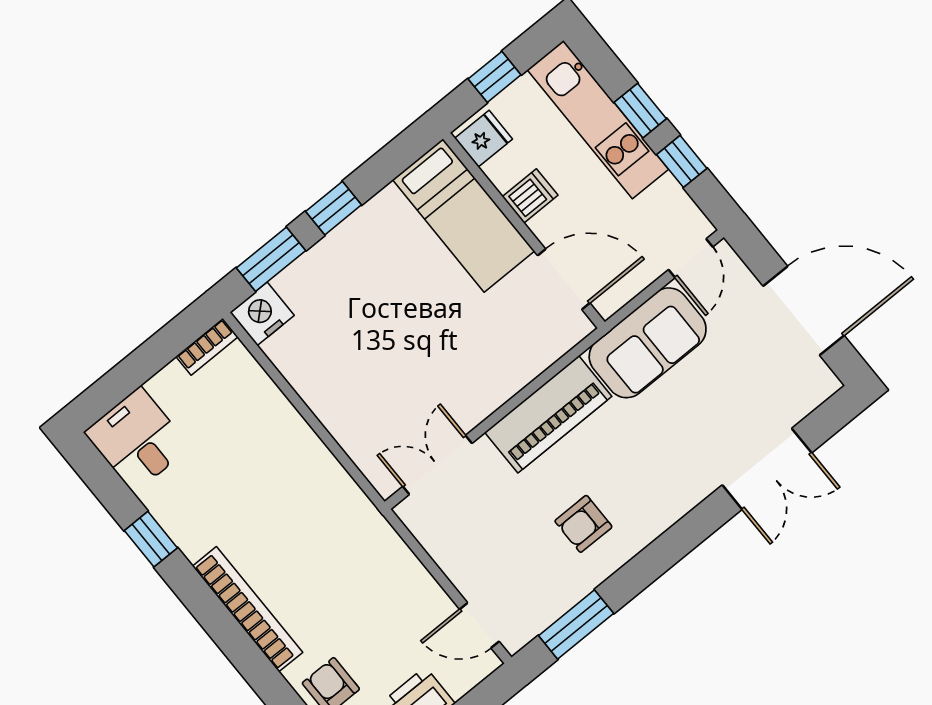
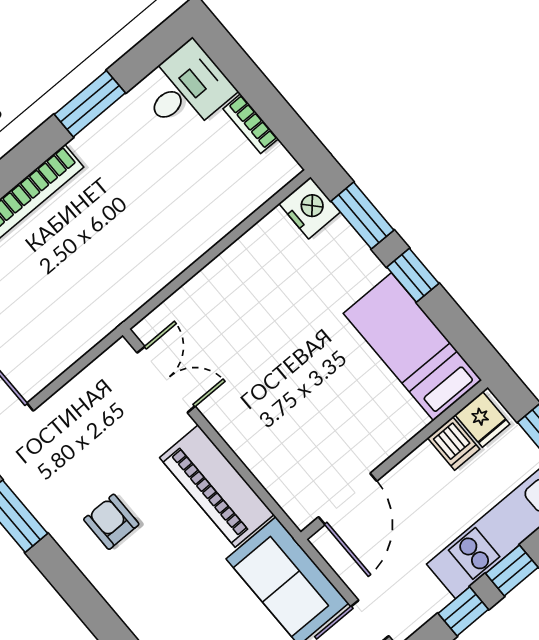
dishwasher: (530, 196) -> (454, 443), moved
bed: (464, 215) -> (413, 347), moved, turned 90
bookcase: (207, 347) -> (251, 124), moved
window: (151, 539) -> (90, 104), width x1.50

